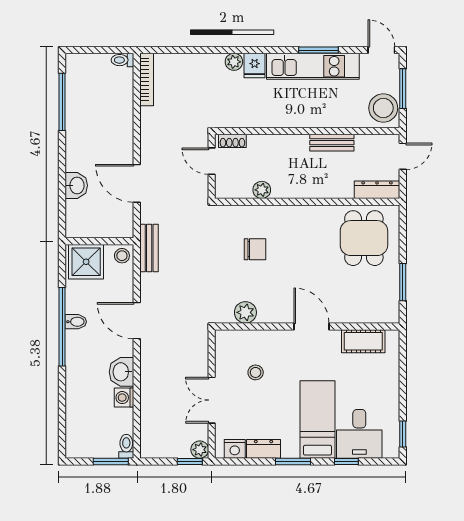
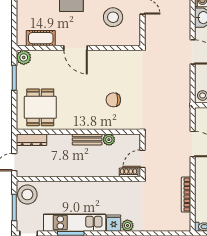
bookcase: (147, 79) -> (186, 195), moved
bench: (332, 143) -> (87, 139), moved
door: (212, 161) -> (142, 159), swing flipped
bench: (149, 248) -> (184, 101), removed
plant: (245, 312) -> (24, 57), moved
stool: (256, 372) -> (113, 17), width x1.89, depth x1.89

